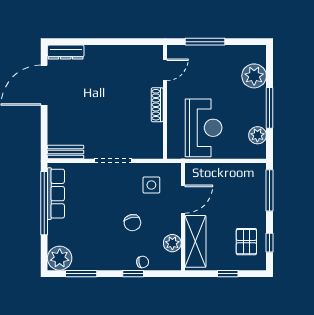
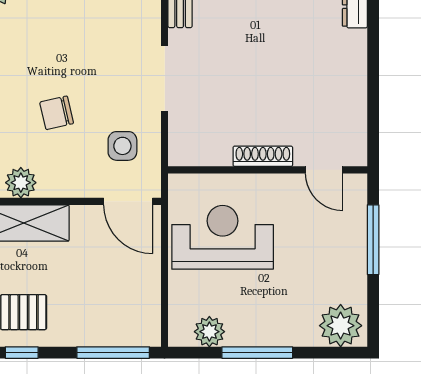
plant: (254, 76) -> (341, 326), moved
reception desk: (204, 128) -> (223, 237), turned 180
door: (183, 199) -> (128, 201), moved

